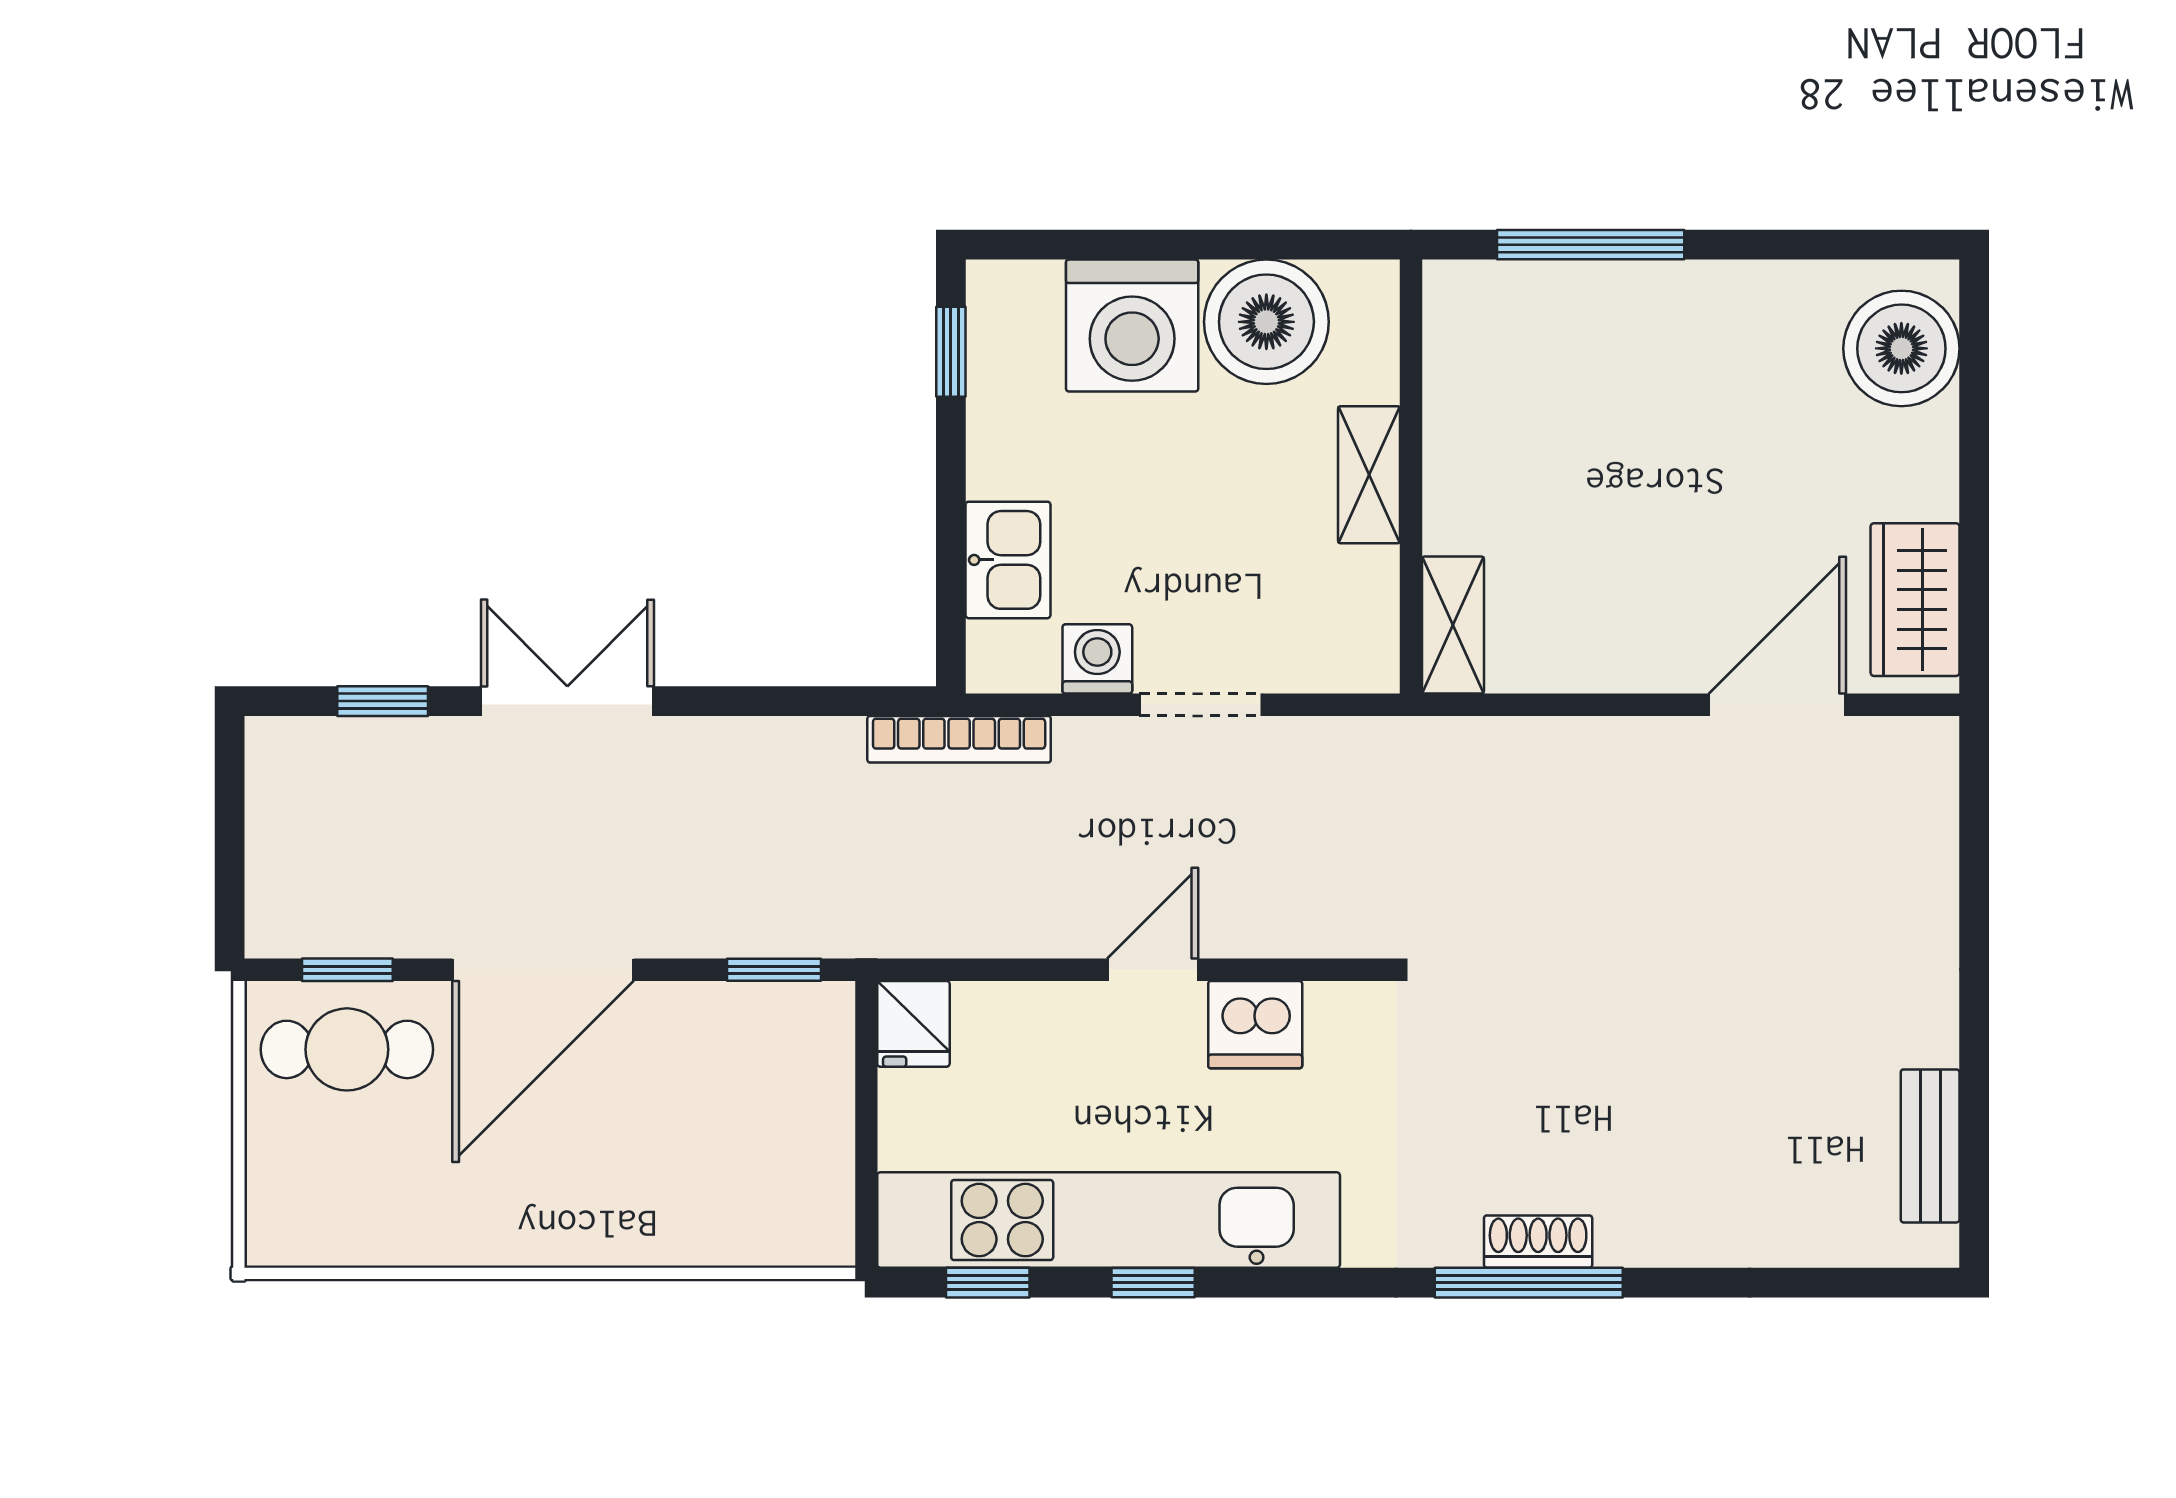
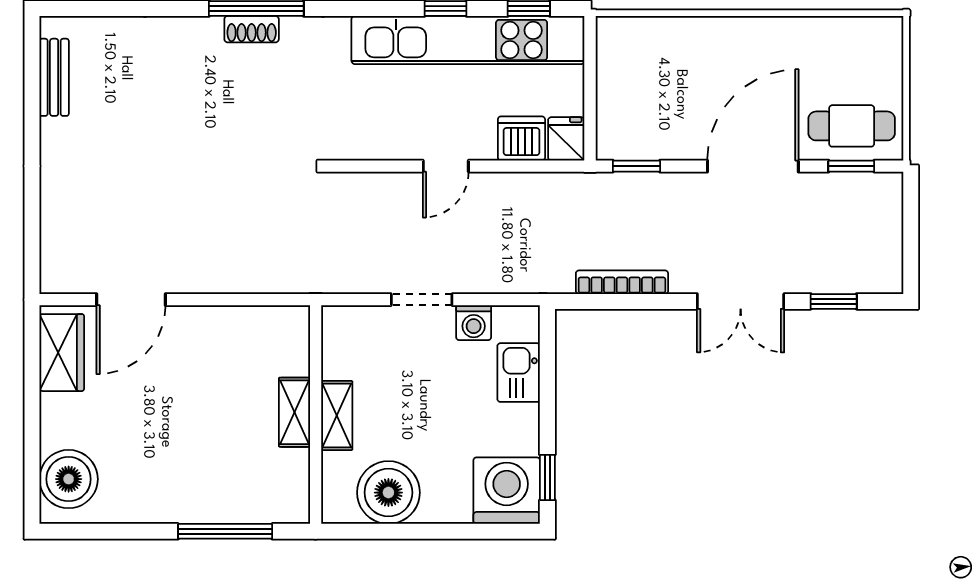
washing machine: (1132, 325) -> (507, 491), moved
shelving: (1453, 625) -> (294, 412), moved
bookcase: (959, 739) -> (622, 282), moved
dishwasher: (1255, 1025) -> (521, 138), moved

